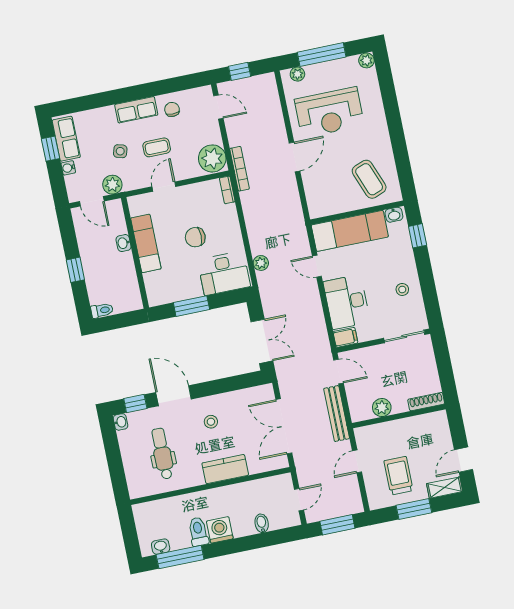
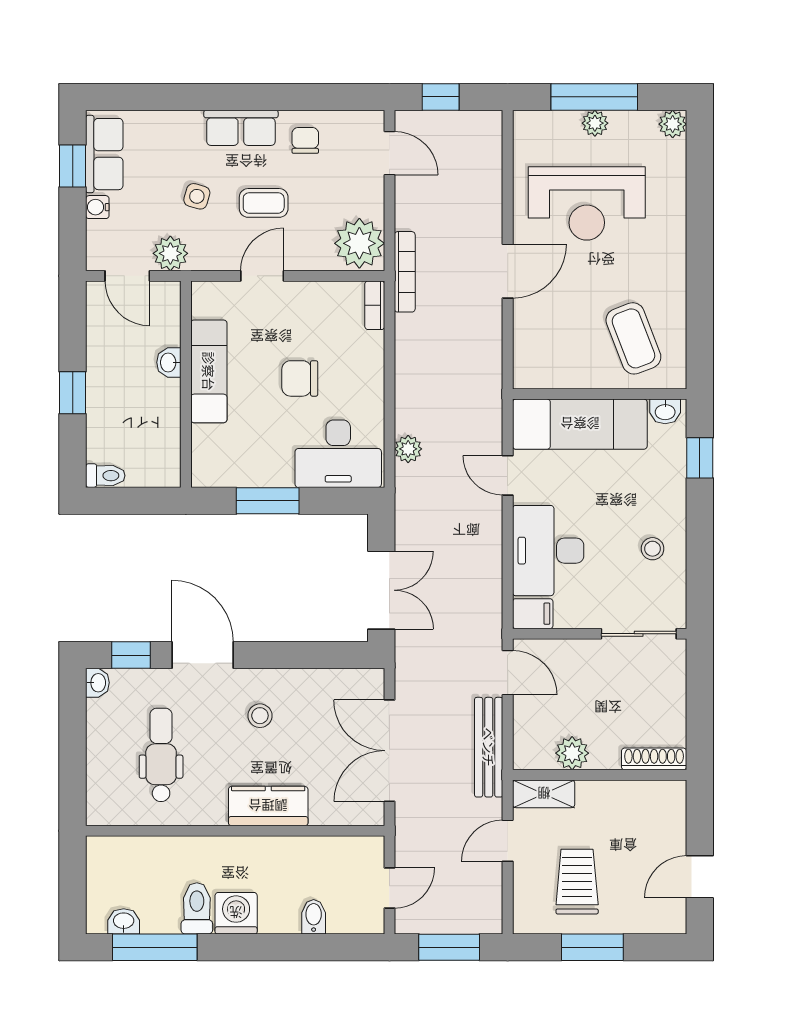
plant: (297, 74) -> (595, 123), moved
shelving: (445, 488) -> (544, 794), moved

